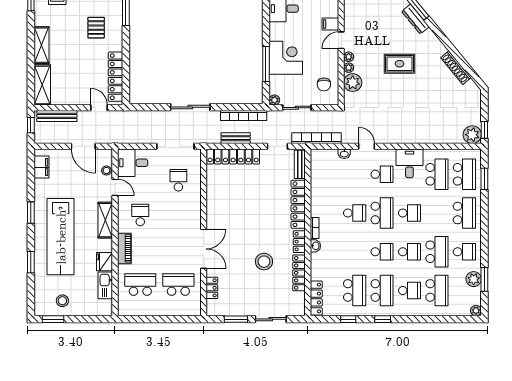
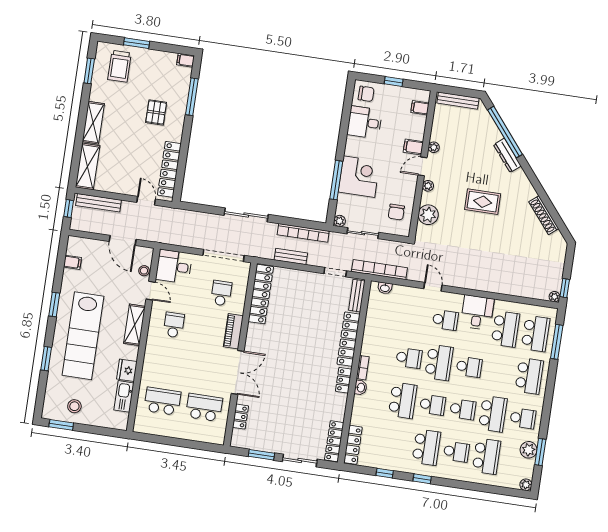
plant: (349, 68) -> (434, 147), moved
plant: (472, 135) -> (555, 297), width x0.53, depth x0.53
washbasin: (344, 154) -> (385, 288), moved
locker: (233, 156) -> (261, 294), moved, turned -90
filing cabinet: (41, 167) -> (72, 262), width x0.50
window: (484, 179) -> (557, 342), width x1.44
piano: (124, 248) -> (233, 331), moved, turned 180
stool: (264, 262) -> (302, 396), removed
locker: (299, 273) -> (334, 441), moved
school desk: (355, 290) -> (403, 400), moved

